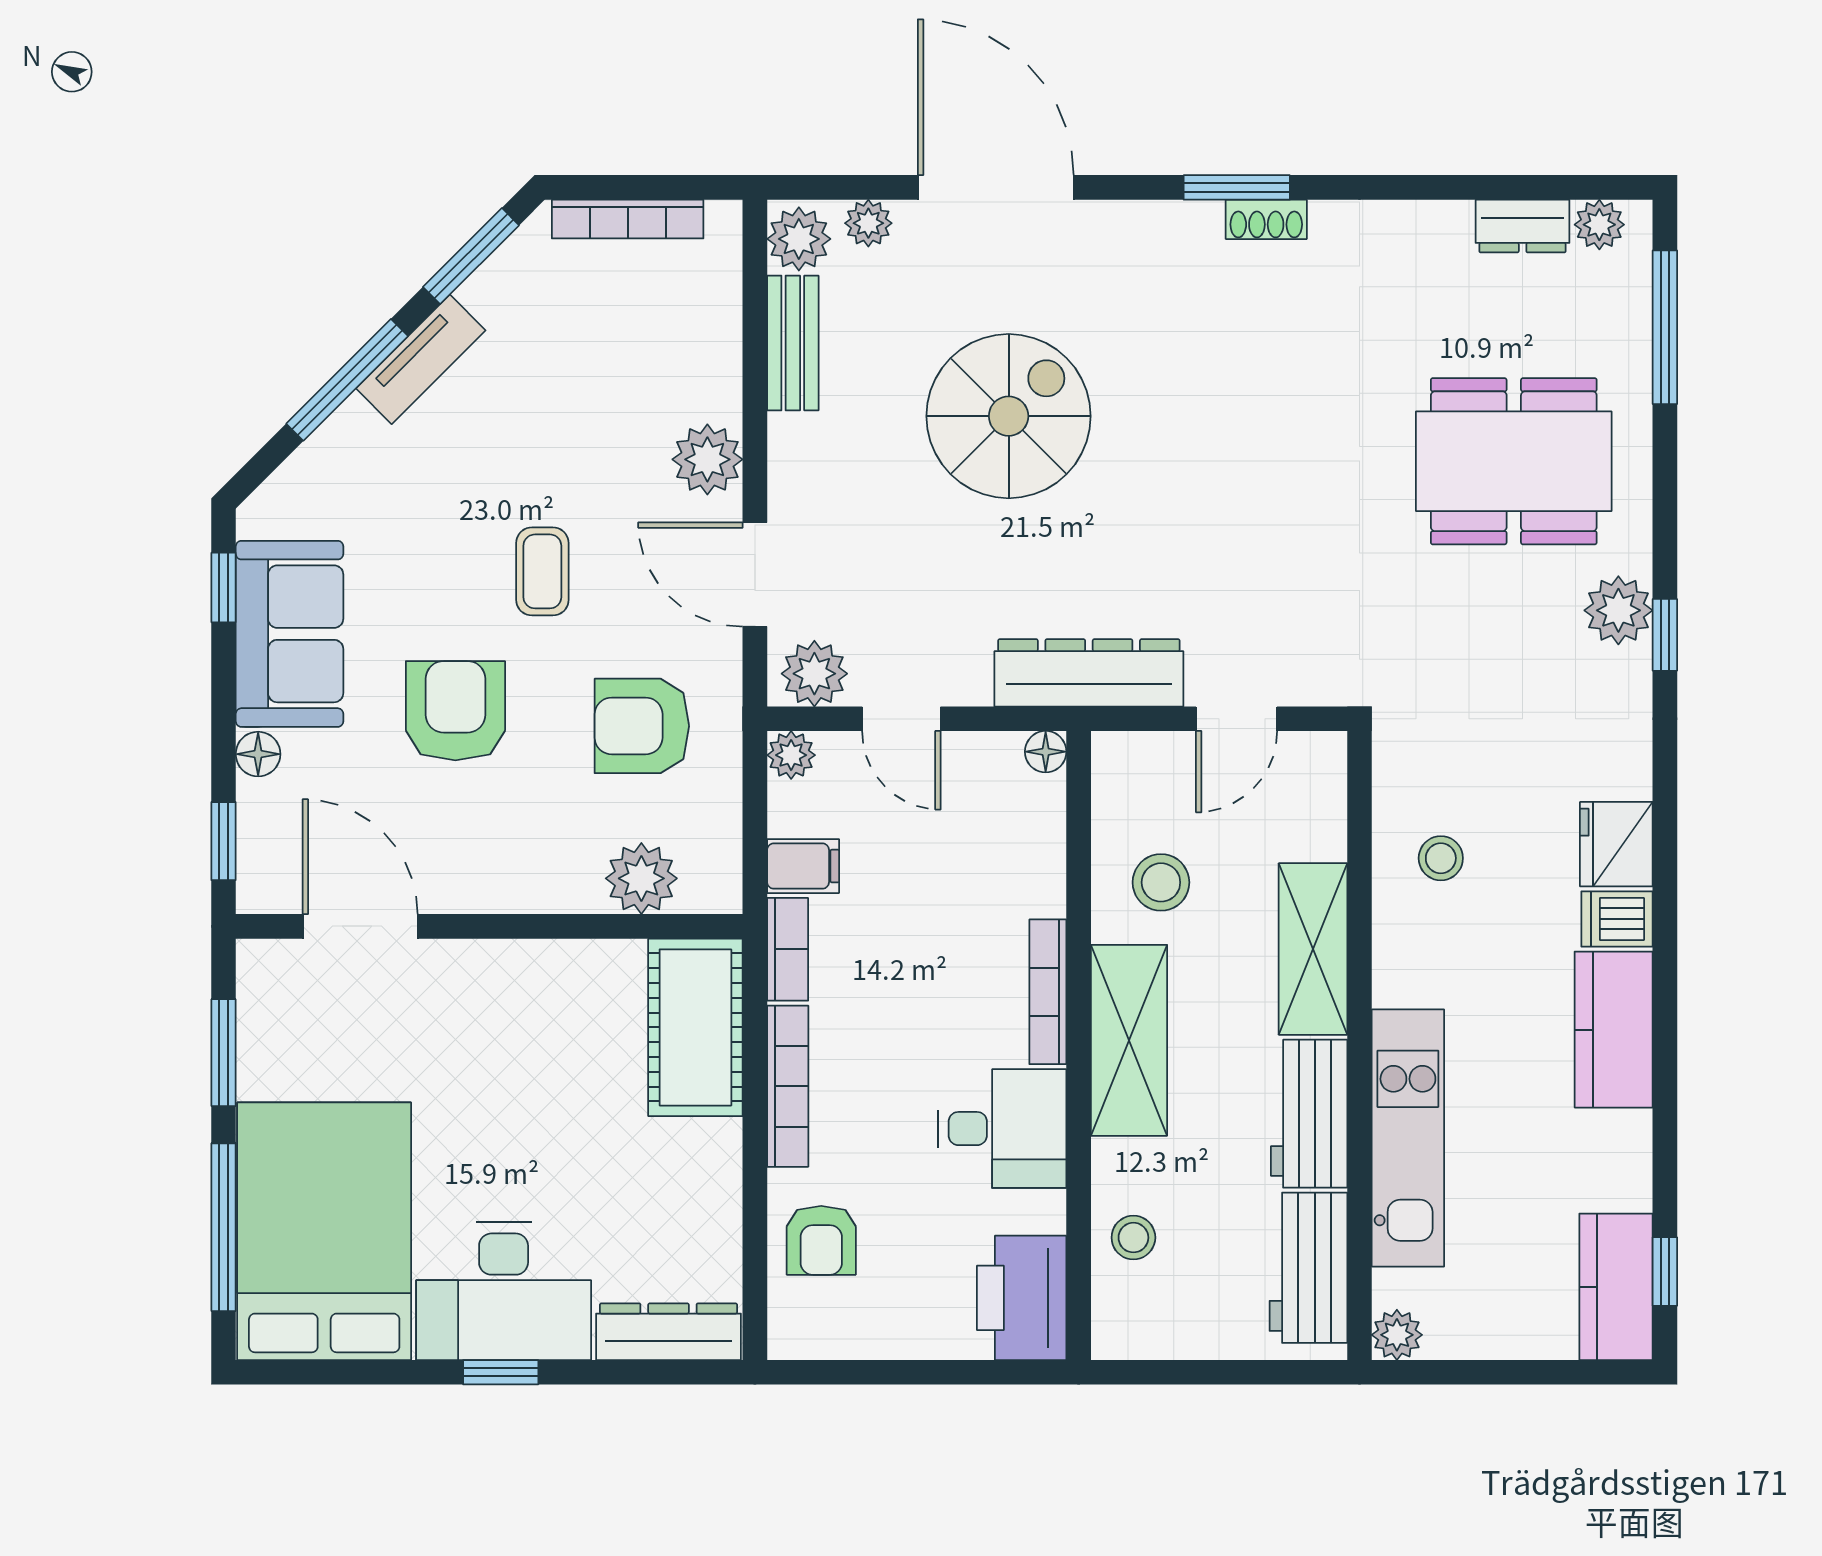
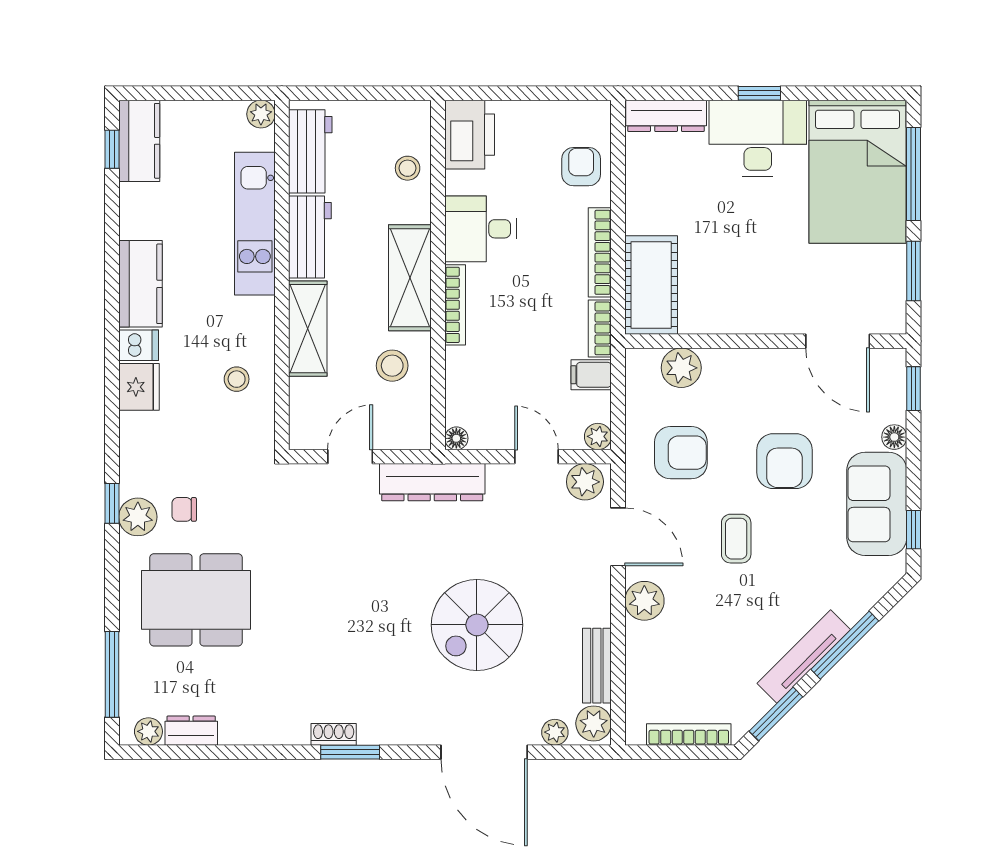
tv unit: (421, 359) -> (804, 656), width x1.41
chair: (1535, 624) -> (184, 509), added

